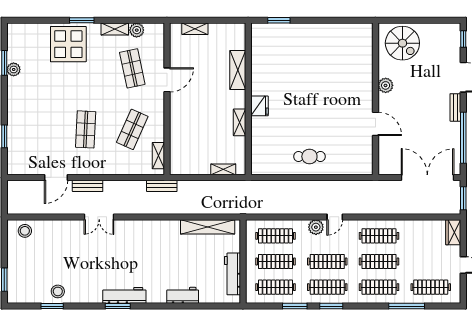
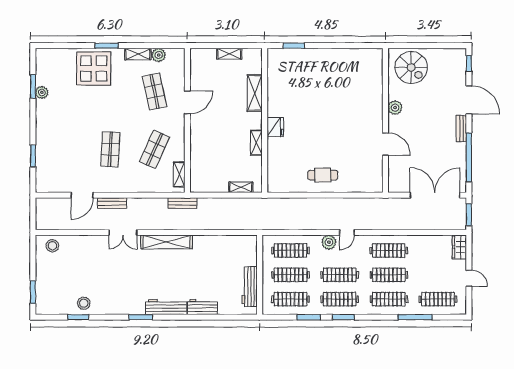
shelving: (195, 29) -> (229, 54), moved
shelving: (208, 227) -> (167, 242), moved
workbench: (124, 295) -> (166, 307), moved

